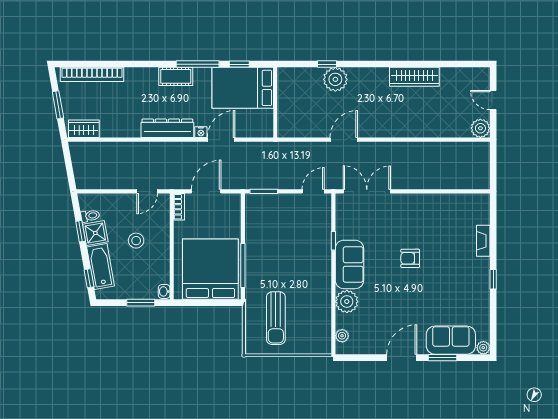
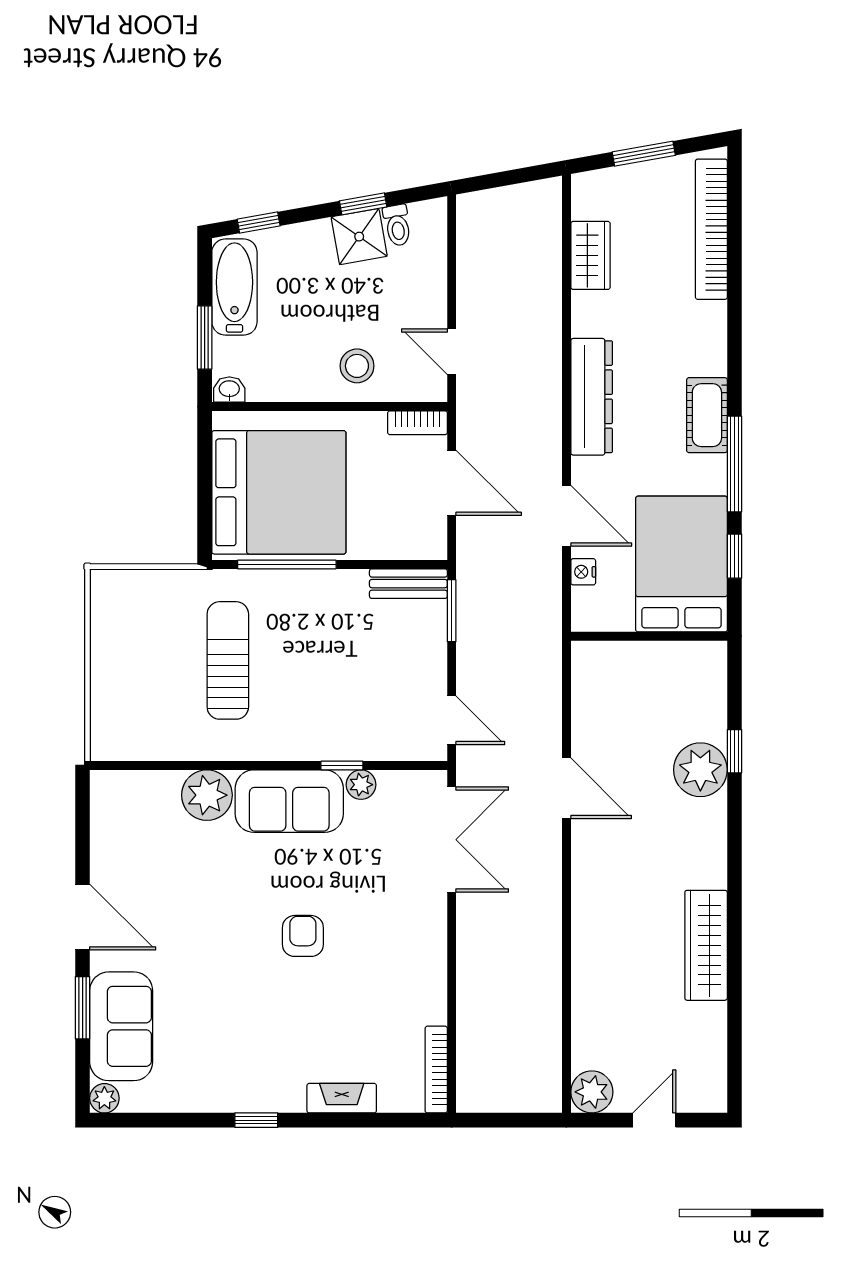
wardrobe: (84, 129) -> (590, 255), moved
nightstand: (201, 132) -> (583, 572), moved
bookcase: (470, 198) -> (436, 1070), added
bench: (252, 211) -> (408, 584), added
stool: (136, 241) -> (357, 366), moved
bathtub: (101, 267) -> (234, 287), moved, turned -80
sun lounger: (276, 318) -> (228, 660), moved, turned 90
plant: (342, 336) -> (361, 785), moved

